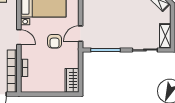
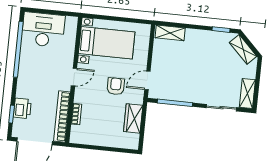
door: (19, 37) -> (74, 77), hinge flipped
armchair: (55, 41) -> (116, 86), turned 180
wardrobe: (72, 80) -> (133, 118), moved

